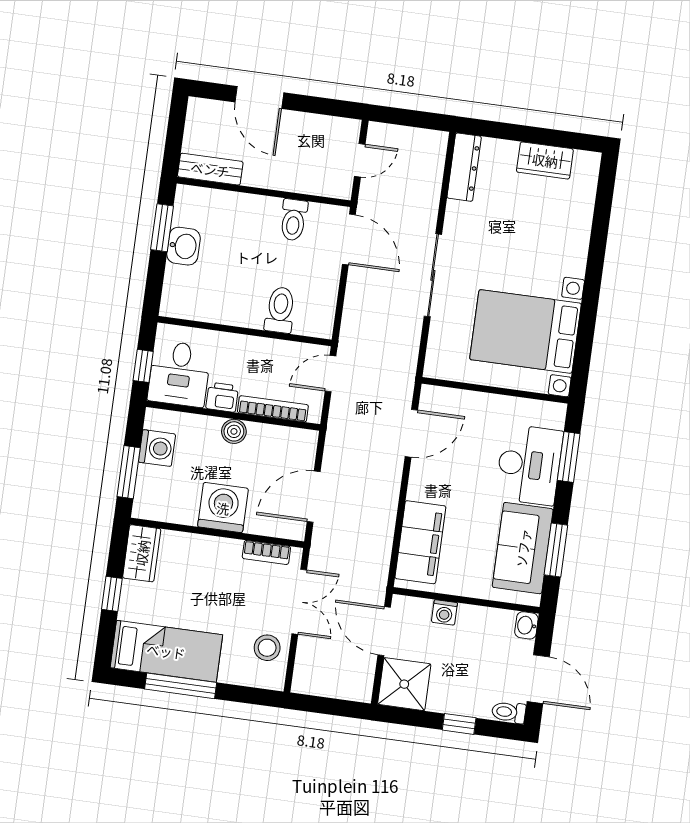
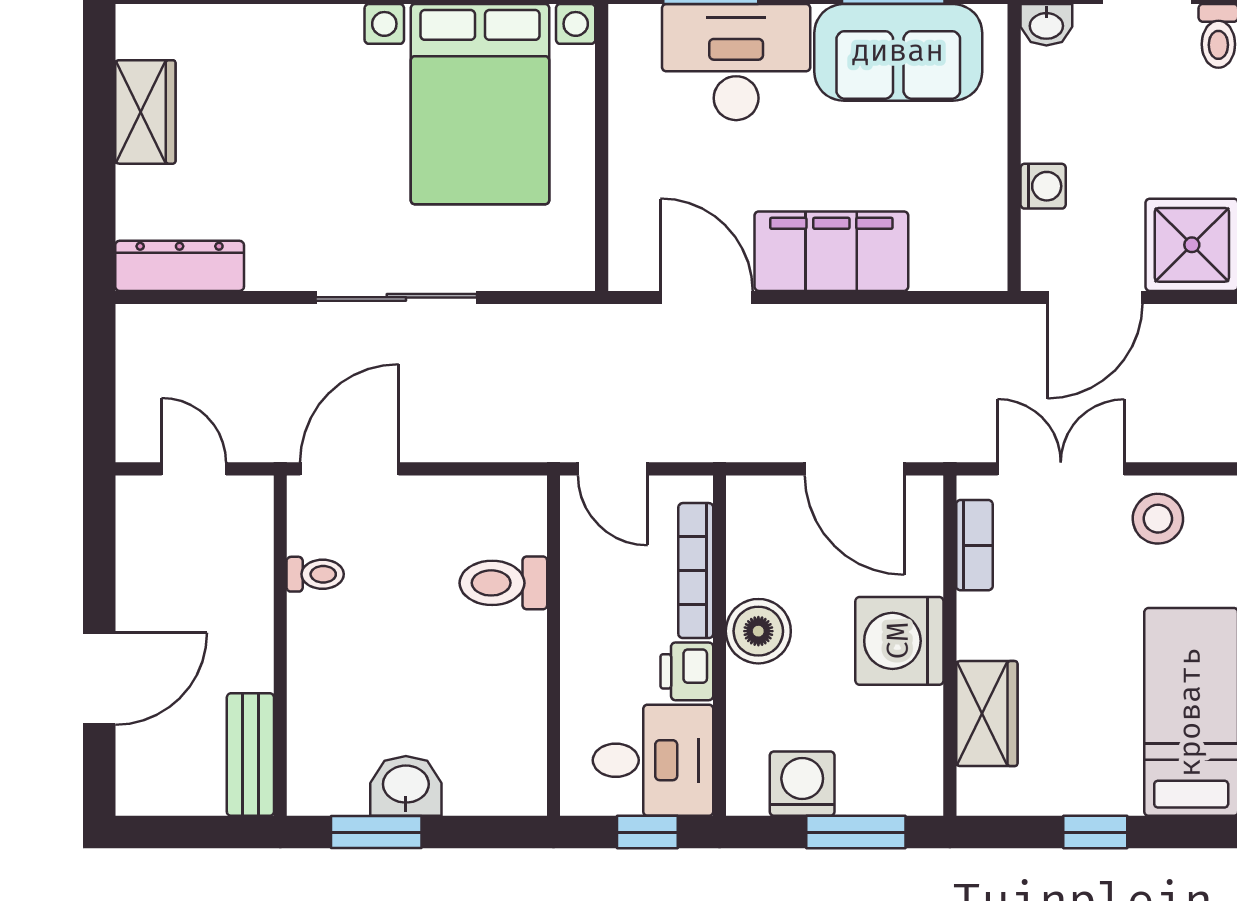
toilet: (294, 220) -> (315, 574), width x0.73, depth x0.72
boiler: (234, 431) -> (758, 631), width x1.36, depth x1.36
filing cabinet: (420, 542) -> (831, 251), moved
wardrobe: (142, 553) -> (987, 714), moved, turned 90

